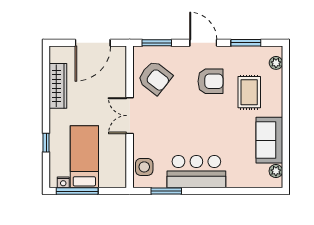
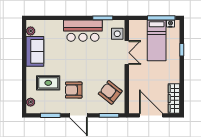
door: (93, 43) -> (151, 115), hinge flipped
wardrobe: (58, 86) -> (174, 99), moved
rug: (249, 92) -> (48, 83), turned 90
double door: (130, 116) -> (127, 53), moved

